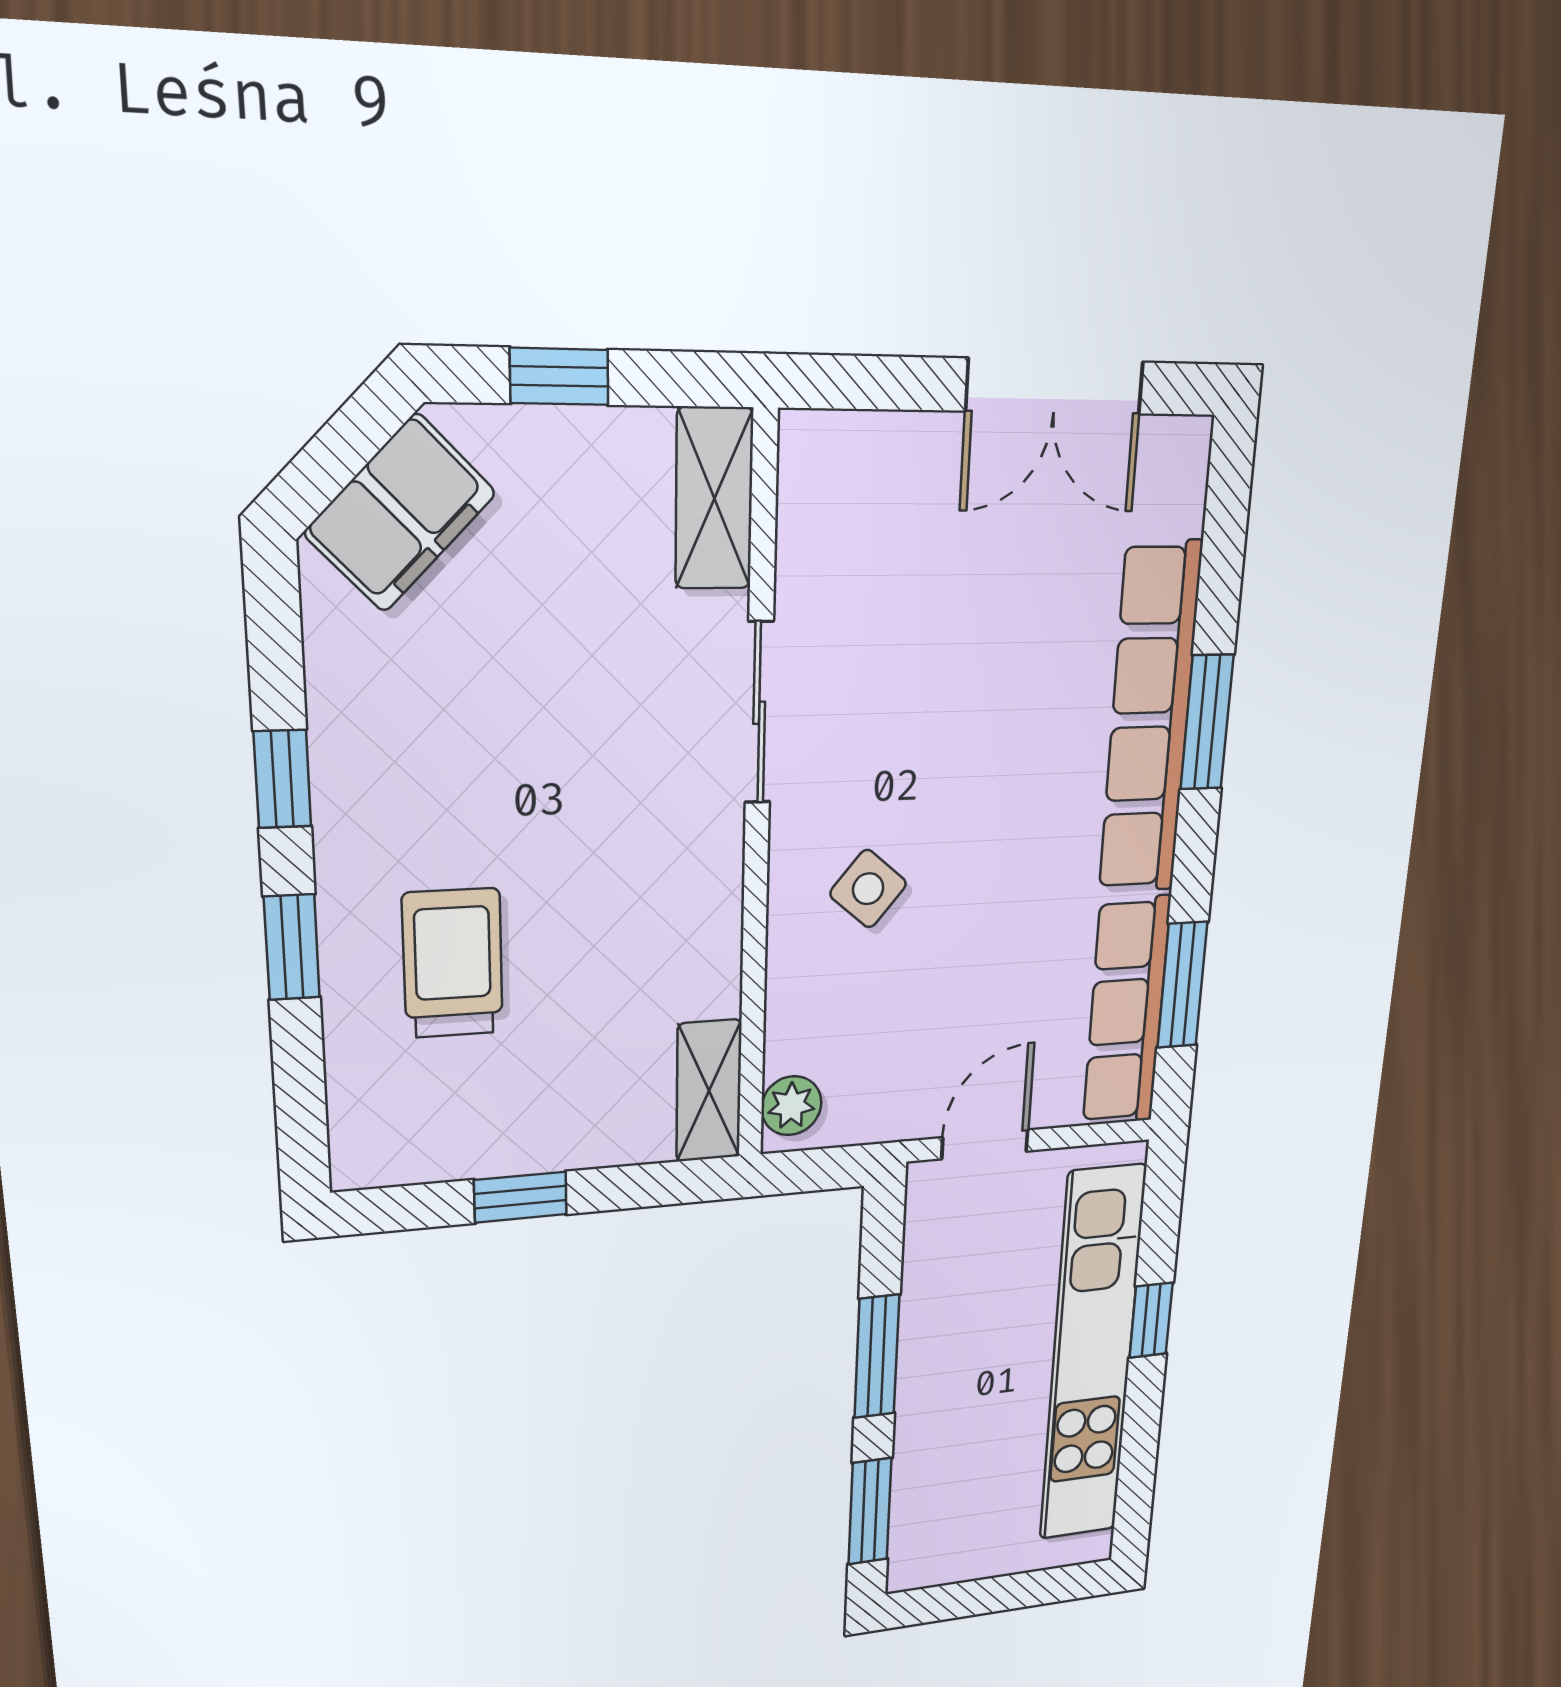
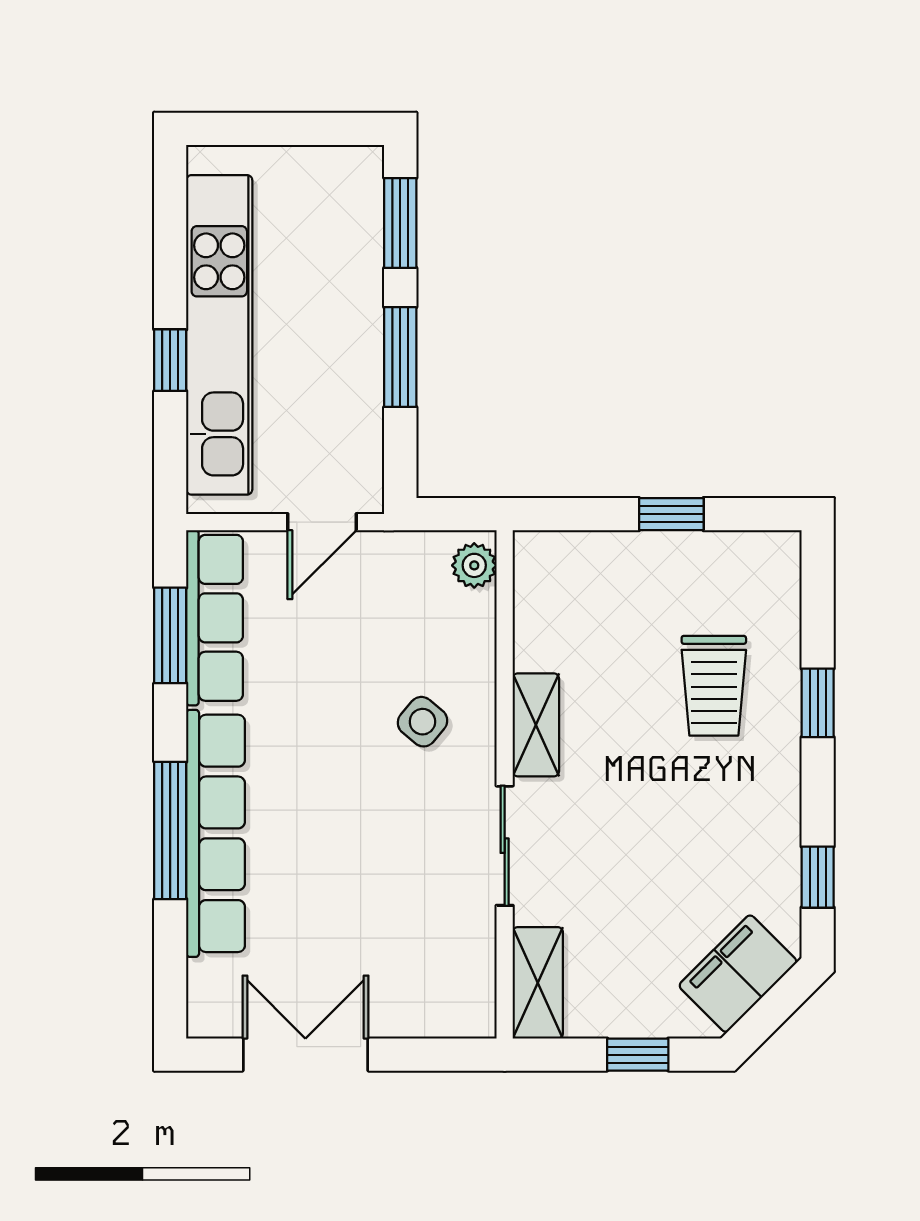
window: (1207, 722) -> (170, 830), width x1.44
window: (282, 779) -> (818, 877), moved
shelving: (709, 1091) -> (536, 725), moved

